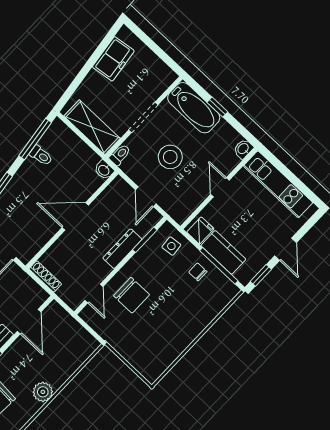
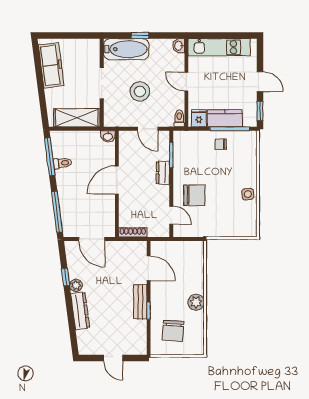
freezer: (113, 59) -> (51, 65), width x1.40
toilet: (120, 155) -> (179, 118), moved
side table: (171, 246) -> (248, 194), moved
dresser: (122, 249) -> (163, 173), width x0.70

